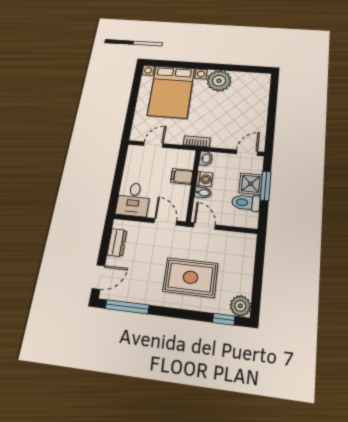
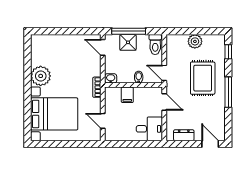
washing machine: (204, 179) -> (128, 77), removed
window: (266, 186) -> (129, 31), width x1.44
toilet: (246, 203) -> (155, 45), moved
door: (165, 222) -> (164, 102), swing flipped
door: (204, 226) -> (164, 73), hinge flipped
plant: (240, 306) -> (195, 41), moved
window: (127, 307) -> (228, 92), moved

